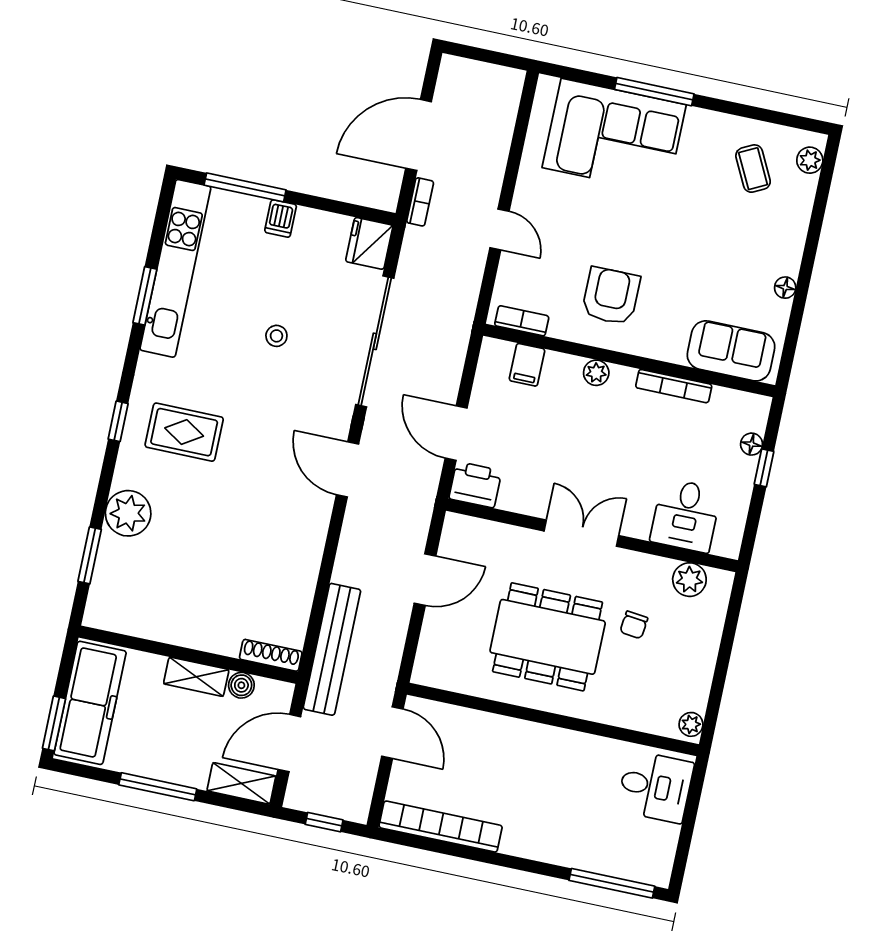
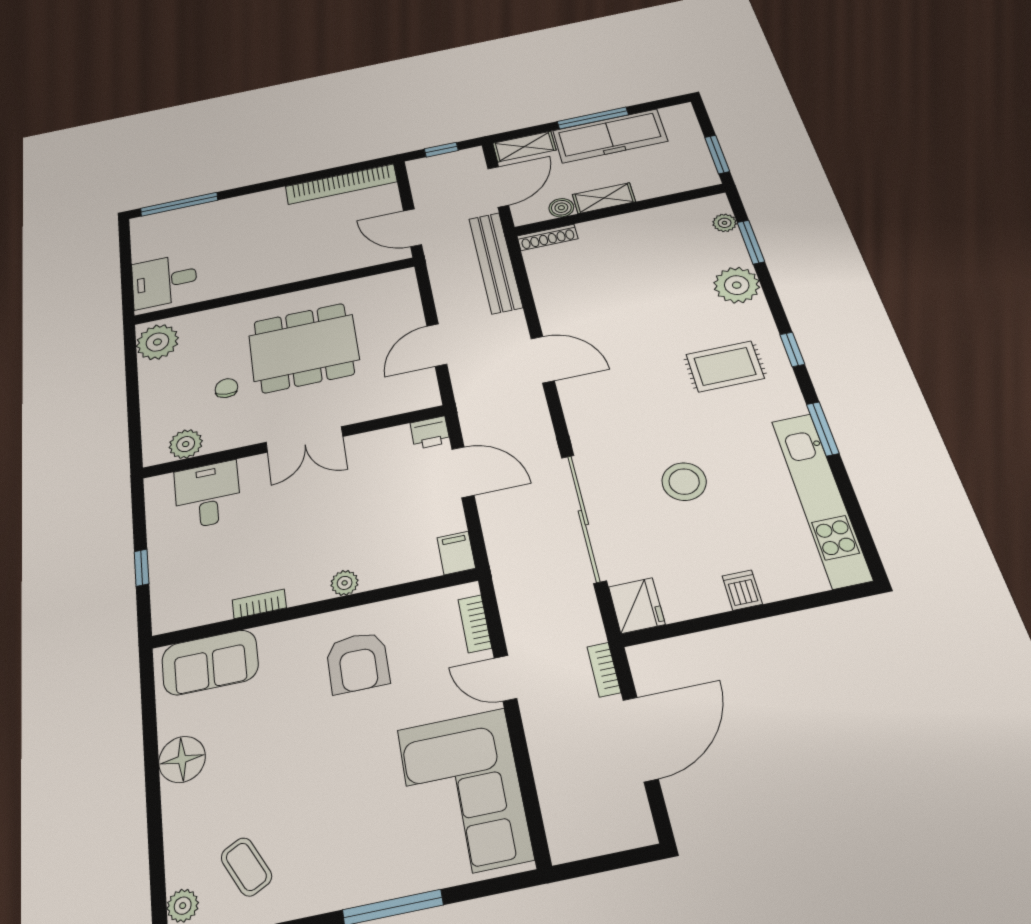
corner sofa: (614, 136) -> (464, 793), moved, turned -90
window: (245, 187) -> (797, 604), removed
floor lamp: (785, 288) -> (182, 759), width x1.89, depth x1.89
window: (145, 296) -> (823, 429), moved
bookcase: (522, 321) -> (475, 624), moved, turned 90
stool: (276, 336) -> (684, 482), width x1.89, depth x1.89
filing cabinet: (527, 365) -> (456, 553), moved
bookcase: (674, 386) -> (259, 604), width x0.64
floor lamp: (752, 444) -> (161, 584), removed
door: (348, 469) -> (543, 359), moved
printer: (475, 485) -> (430, 433), width x0.73, depth x0.81
plant: (101, 590) -> (725, 223), added
freezer: (90, 703) -> (610, 136), moved, turned -90
window: (54, 723) -> (717, 154), moved
plant: (691, 724) -> (157, 342), width x1.87, depth x1.87

